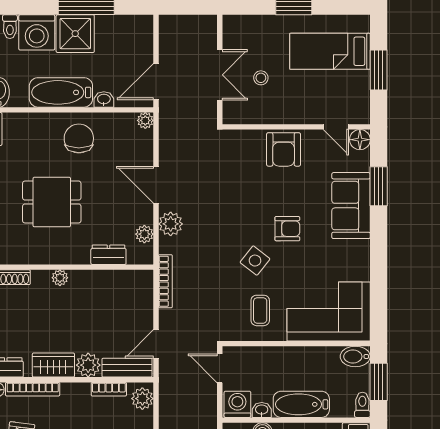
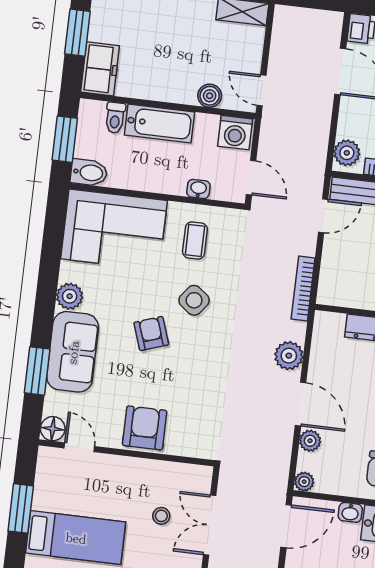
armchair: (287, 229) -> (151, 334), turned 71
plant: (144, 234) -> (310, 441), moved
plant: (359, 252) -> (70, 296), added
toilet: (362, 405) -> (115, 118), moved
washbasin: (262, 410) -> (198, 189), moved, turned 180

